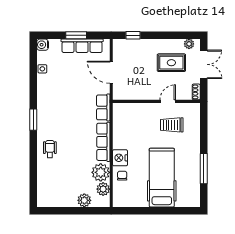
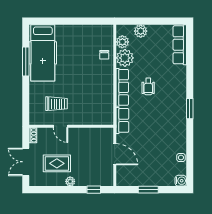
plant: (189, 44) -> (70, 181), moved
row of seats: (82, 46) -> (180, 45), moved, turned -90
door: (168, 101) -> (60, 126), hinge flipped
wheelchair: (50, 149) -> (148, 87), moved
nightstand: (120, 158) -> (106, 72), removed
hospital bed: (162, 178) -> (43, 53), moved

